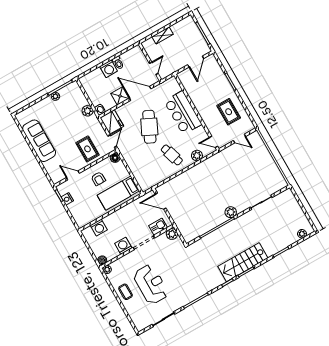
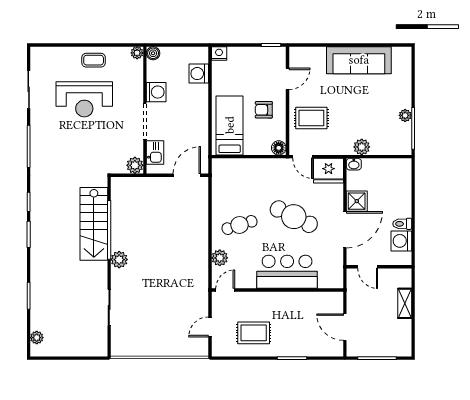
washing machine: (109, 69) -> (401, 241), moved
nightstand: (67, 199) -> (219, 53), moved
stairs: (243, 262) -> (94, 224), moved, turned 180

